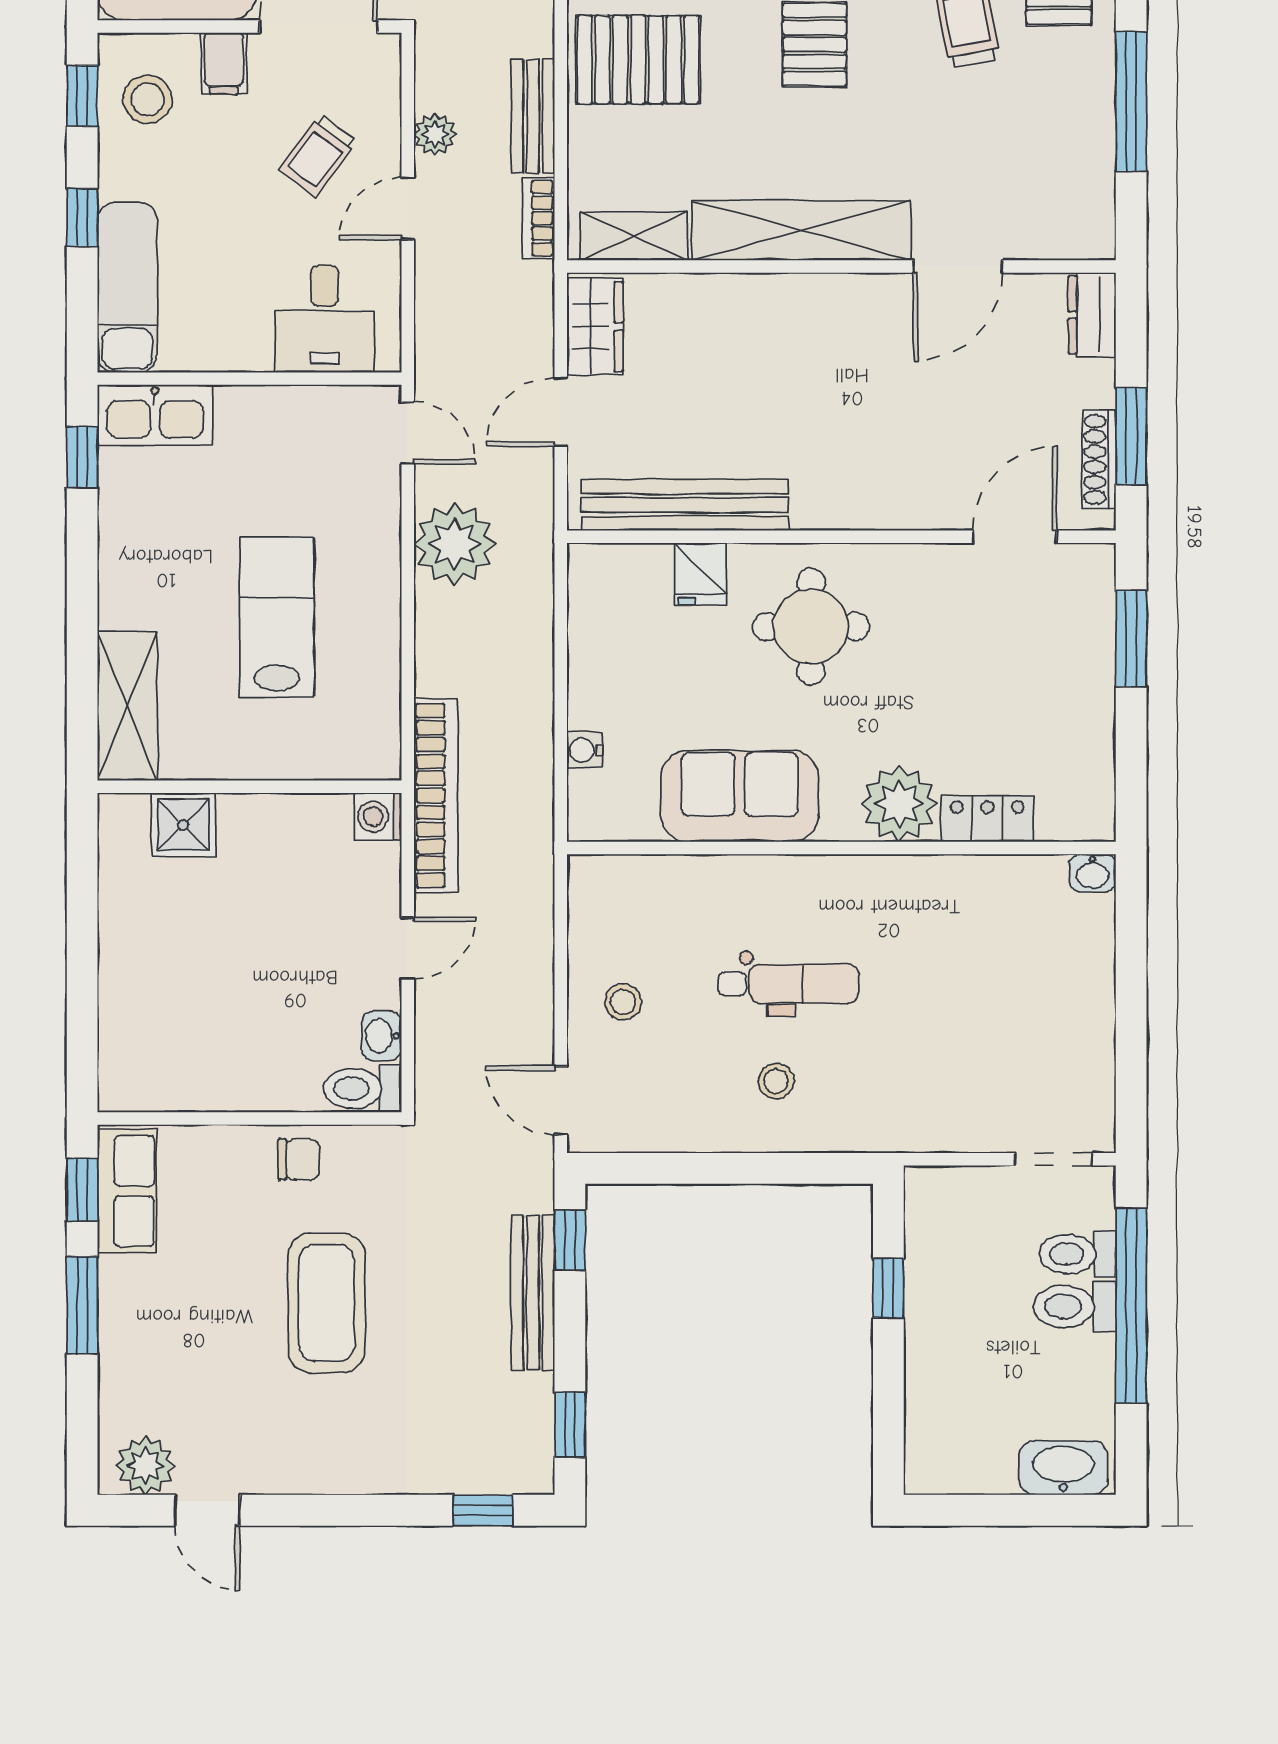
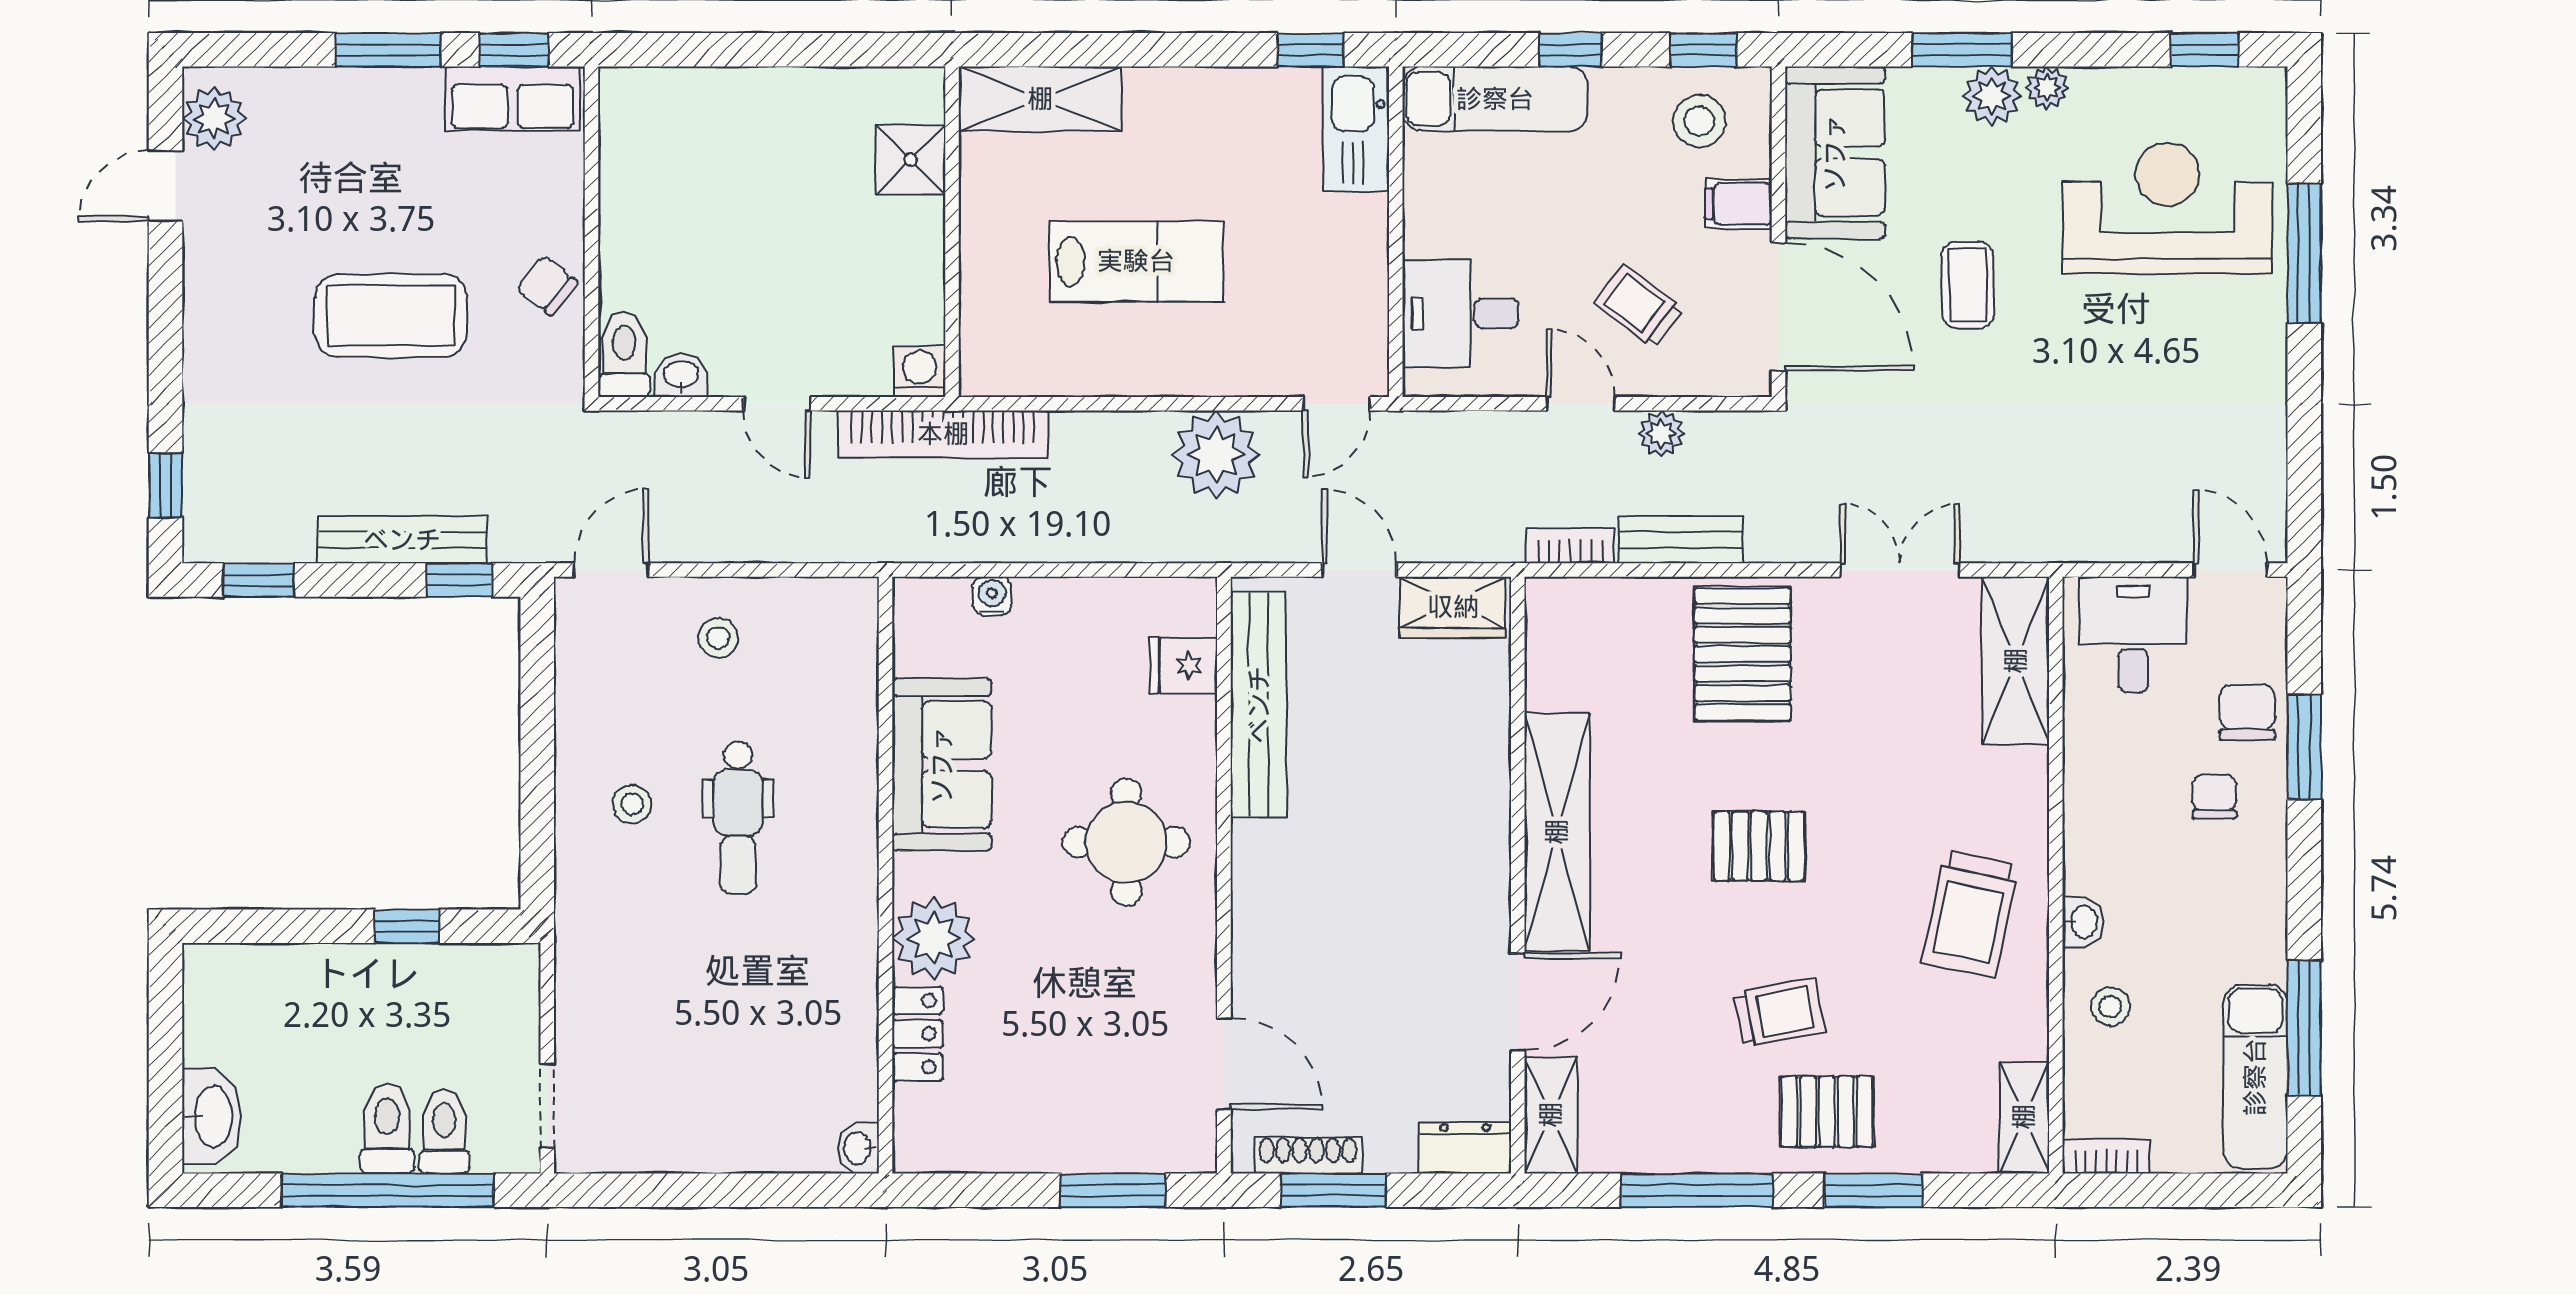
shelving: (634, 236) -> (1551, 1115), moved
door: (958, 266) -> (1518, 1002), swing flipped
fridge: (700, 574) -> (1183, 666), moved
chair: (299, 1159) -> (547, 285), turned 128

